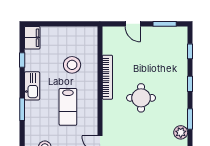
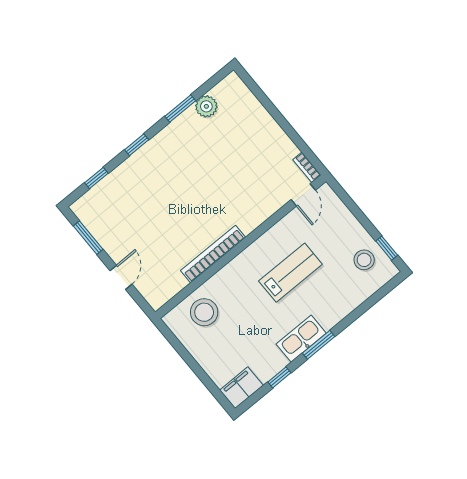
stool: (72, 65) -> (204, 312), moved
round table: (141, 98) -> (204, 191), removed
window: (22, 109) -> (319, 345), moved

